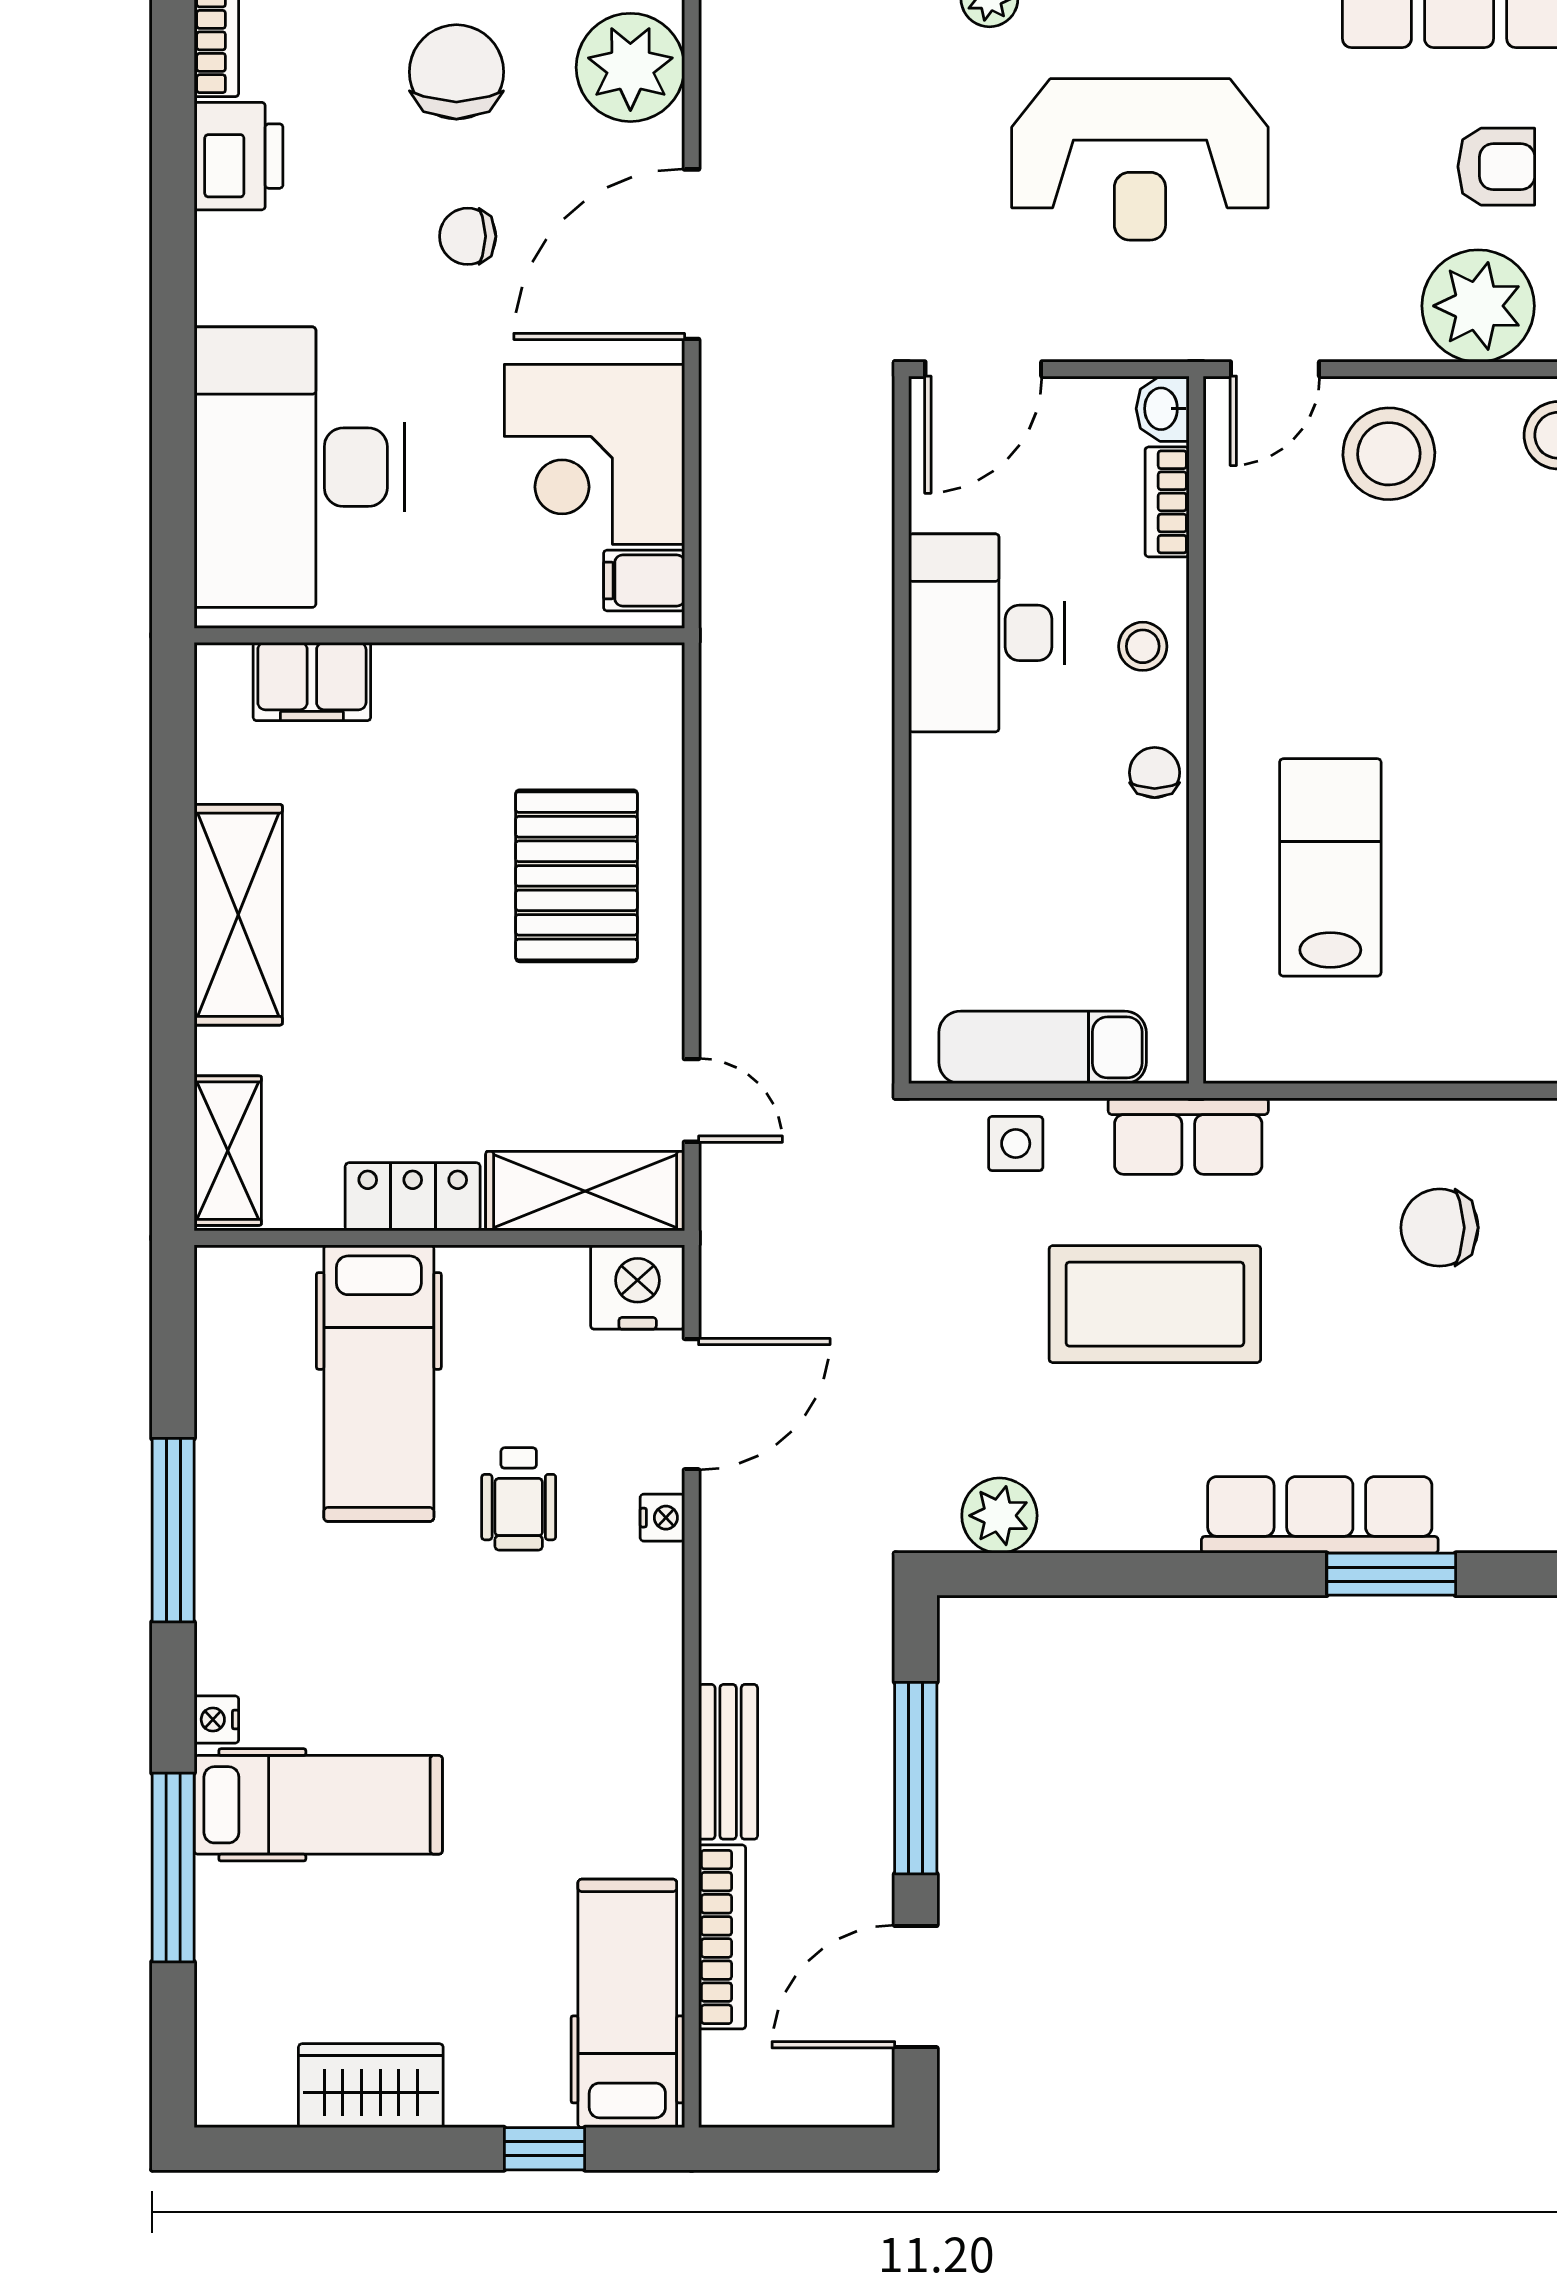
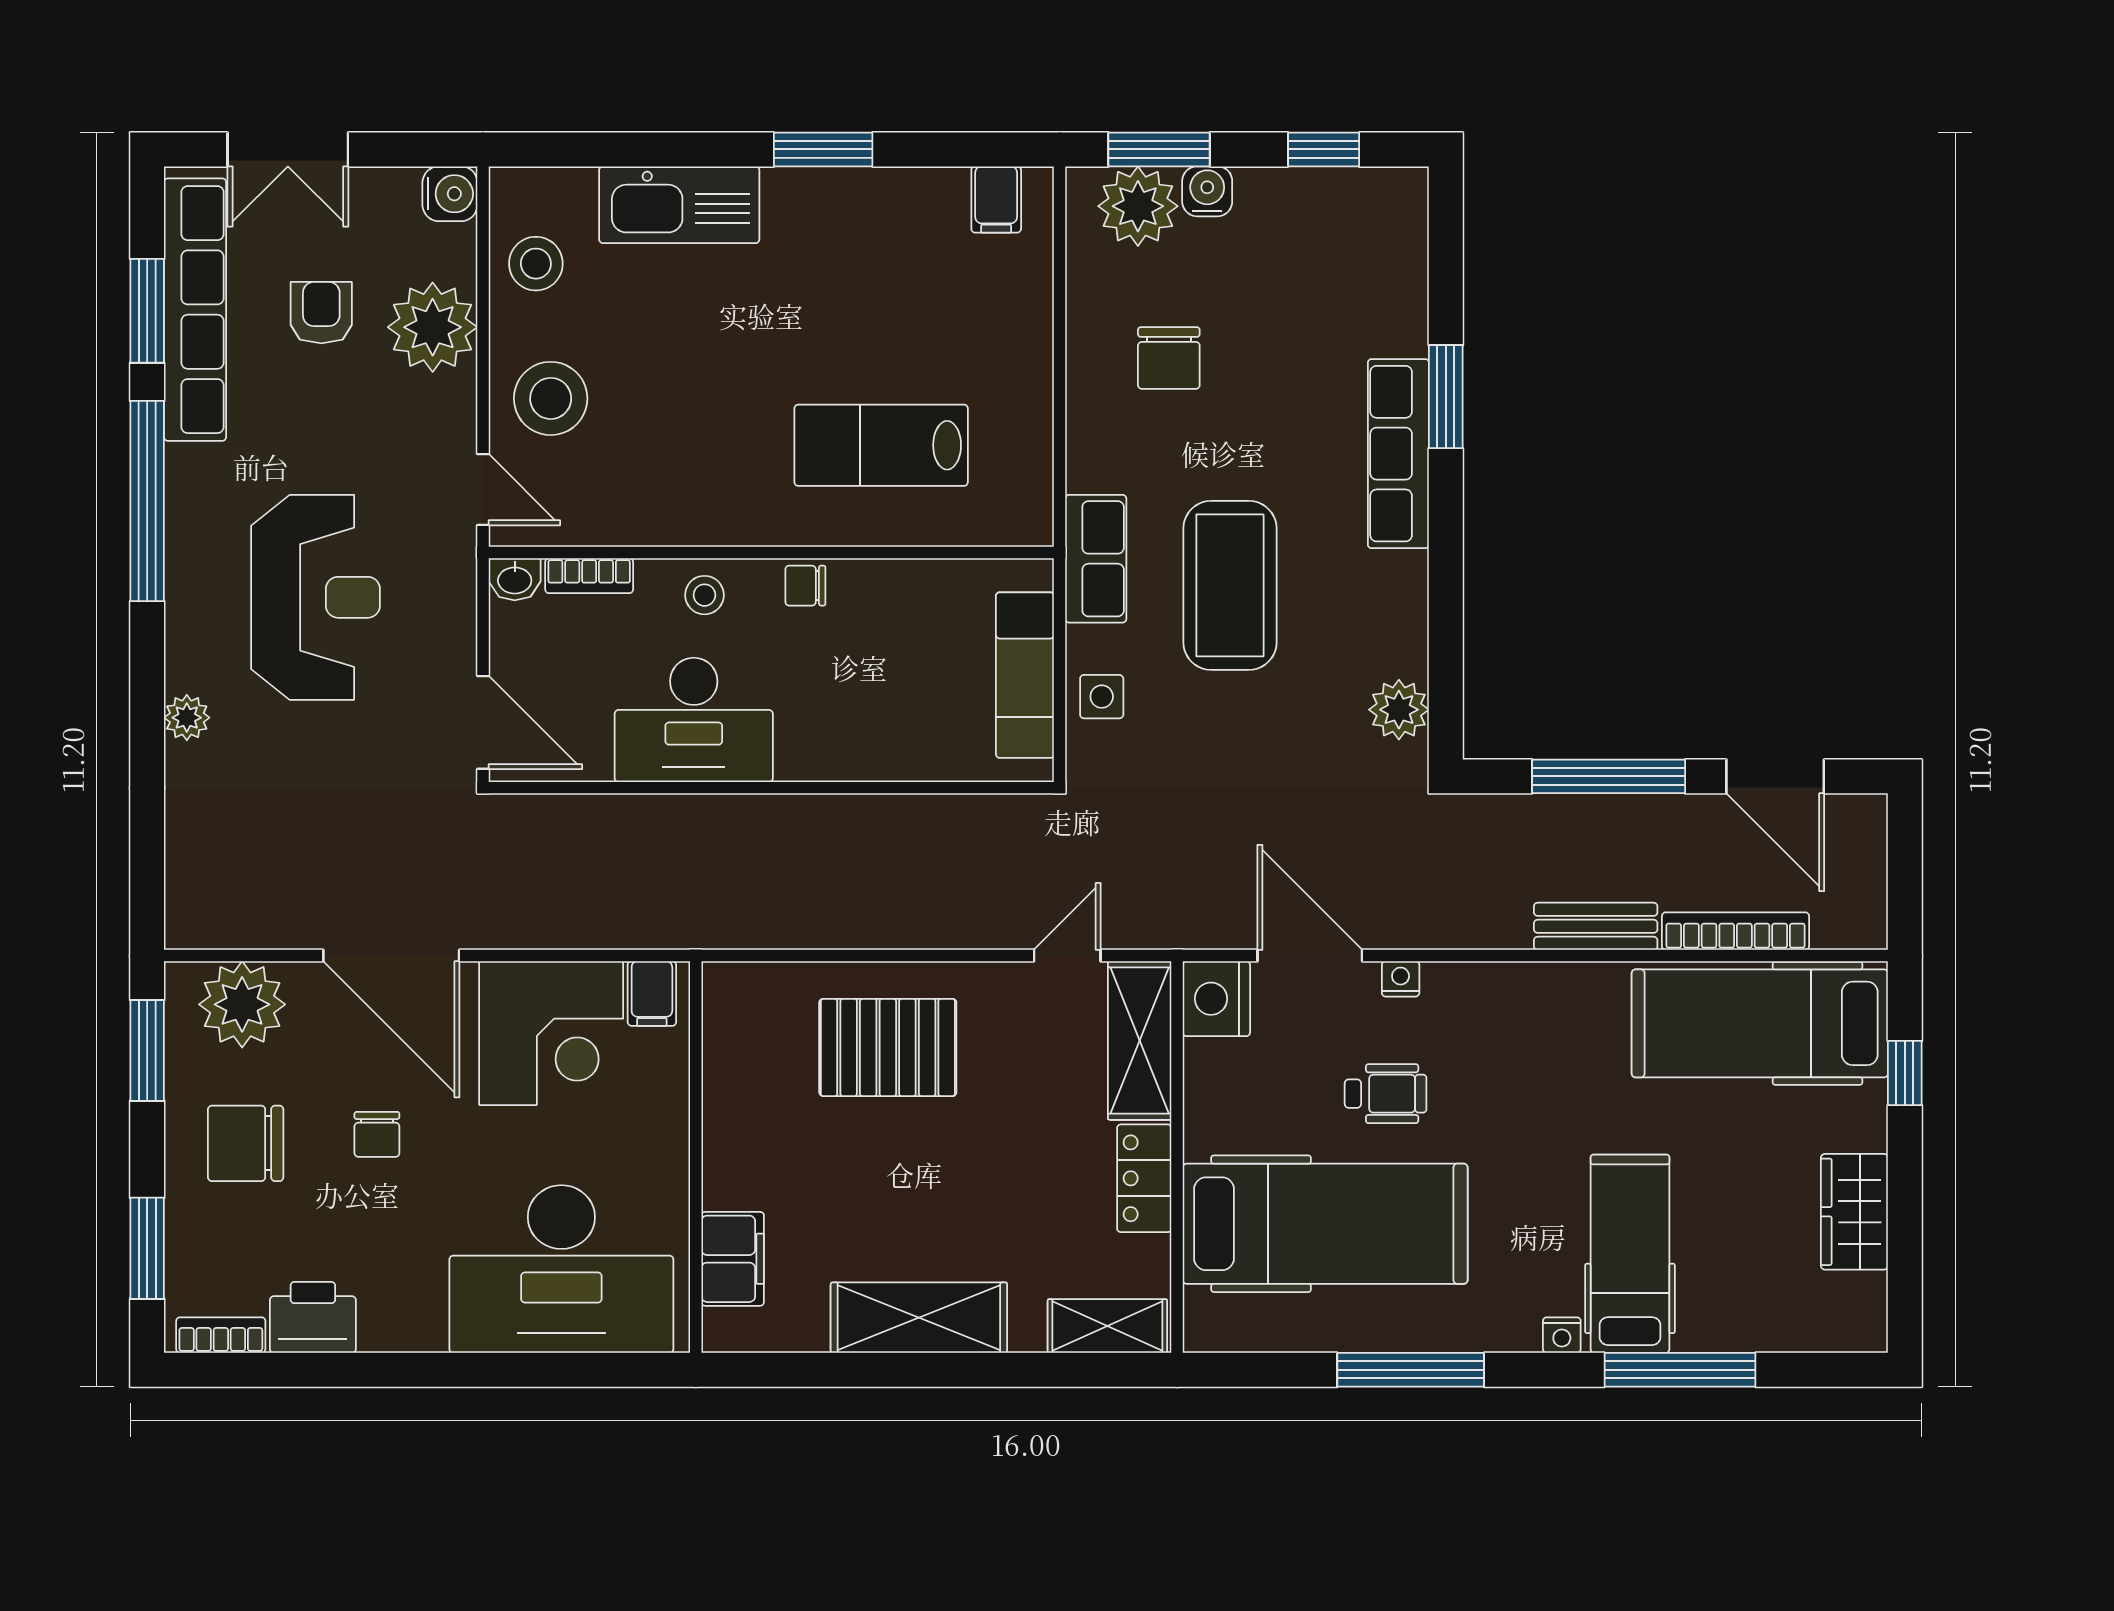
hospital bed: (379, 1383) -> (1325, 1224), width x1.37, depth x1.29
hospital bed: (627, 2003) -> (1760, 1023), width x1.37, depth x1.29

